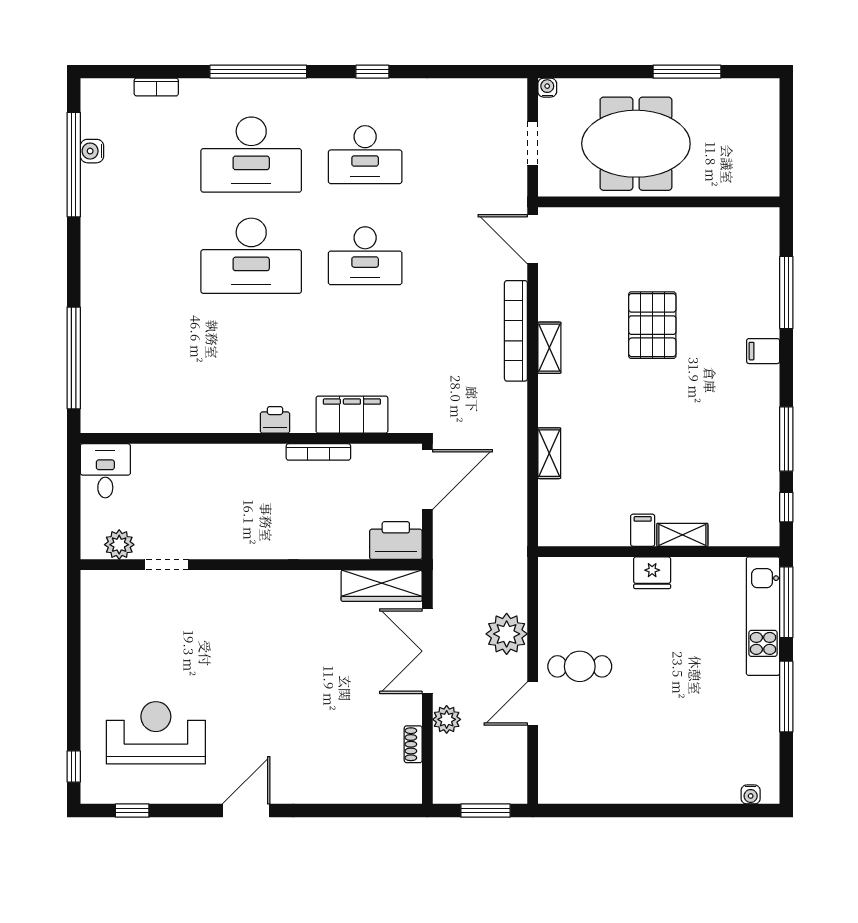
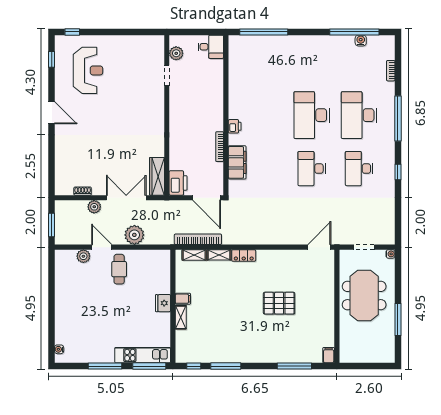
bookcase: (516, 331) -> (198, 239), moved
shelving: (549, 348) -> (194, 255), moved
filing cabinet: (763, 351) -> (329, 355), moved
locker: (551, 401) -> (244, 255), added
plant: (552, 743) -> (83, 256), added

